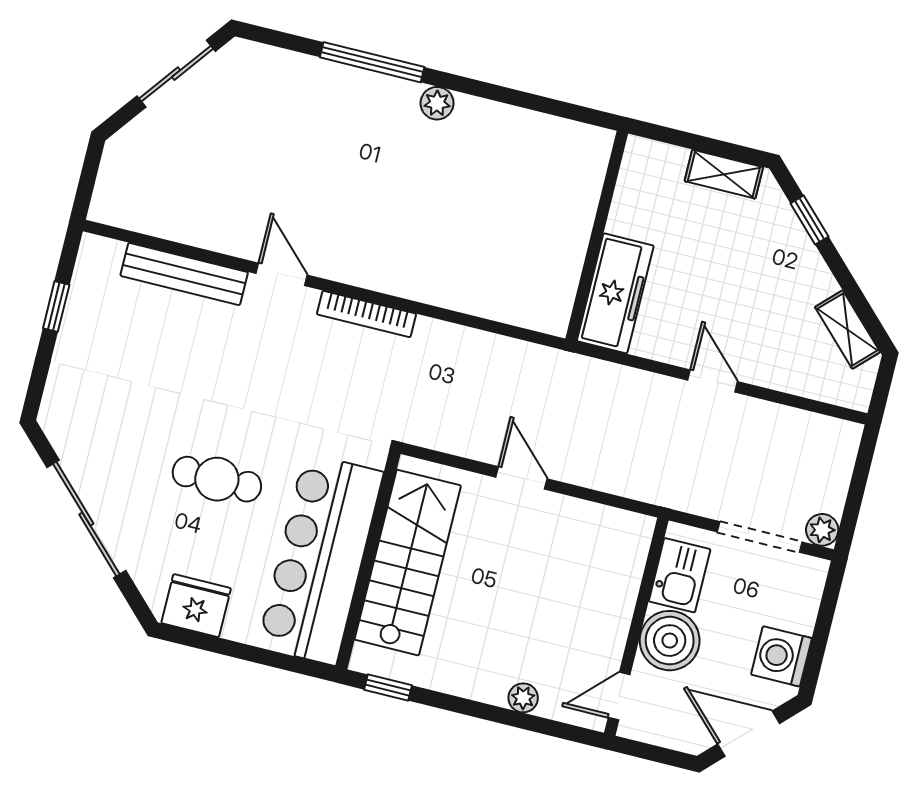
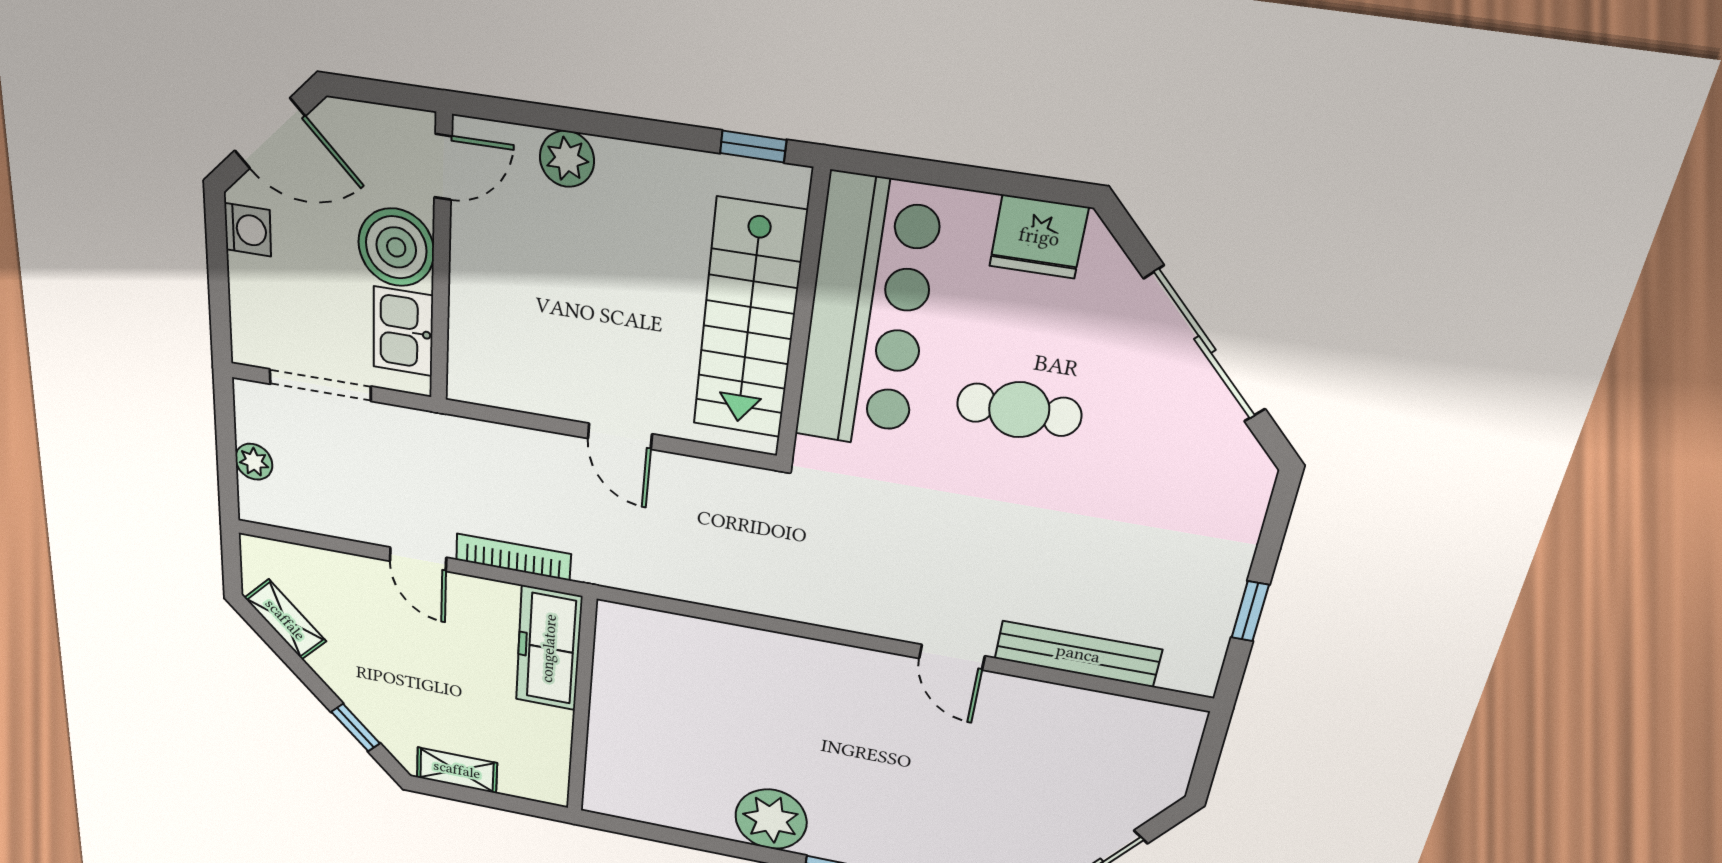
plant: (437, 103) -> (771, 819), width x1.88, depth x1.88
bookcase: (367, 314) -> (513, 557), moved
plant: (822, 530) -> (254, 462), moved
washing machine: (781, 656) -> (248, 230), width x0.73, depth x0.73
plant: (523, 698) -> (567, 159), width x1.38, depth x1.38

